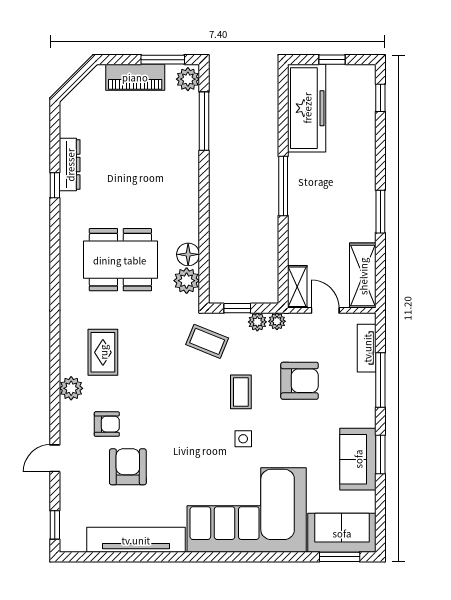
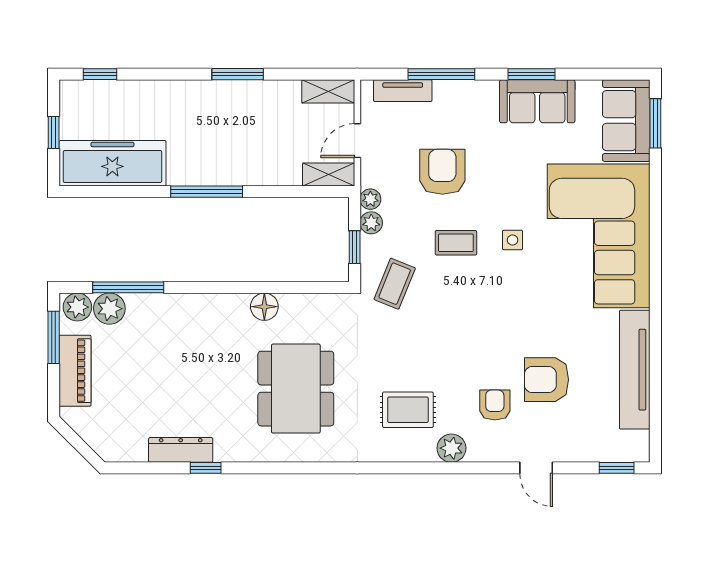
floor lamp: (188, 254) -> (264, 307), moved
shelving: (363, 276) -> (328, 91), width x0.67, depth x0.75
plant: (187, 281) -> (109, 309), moved

